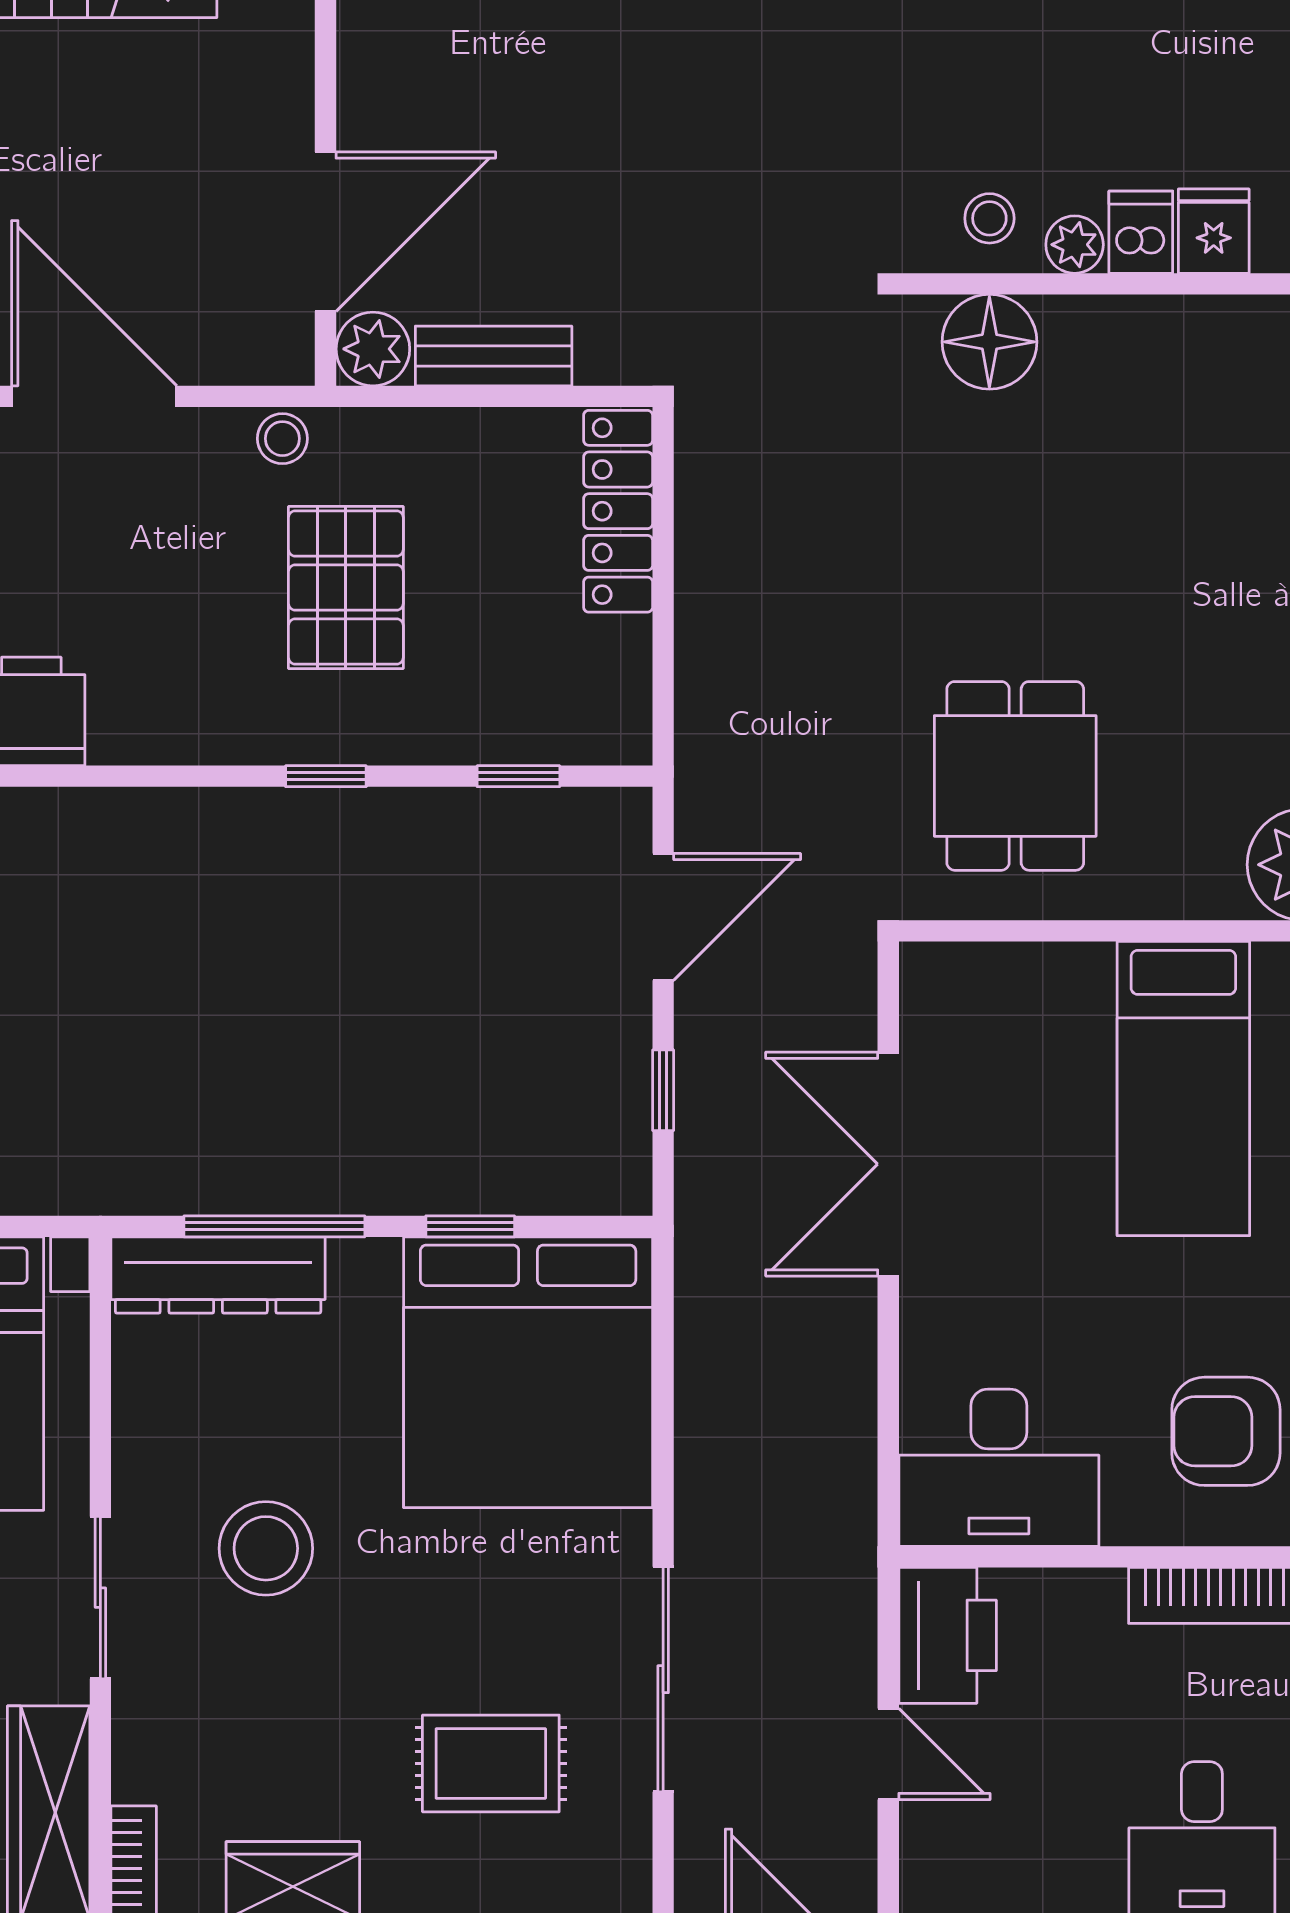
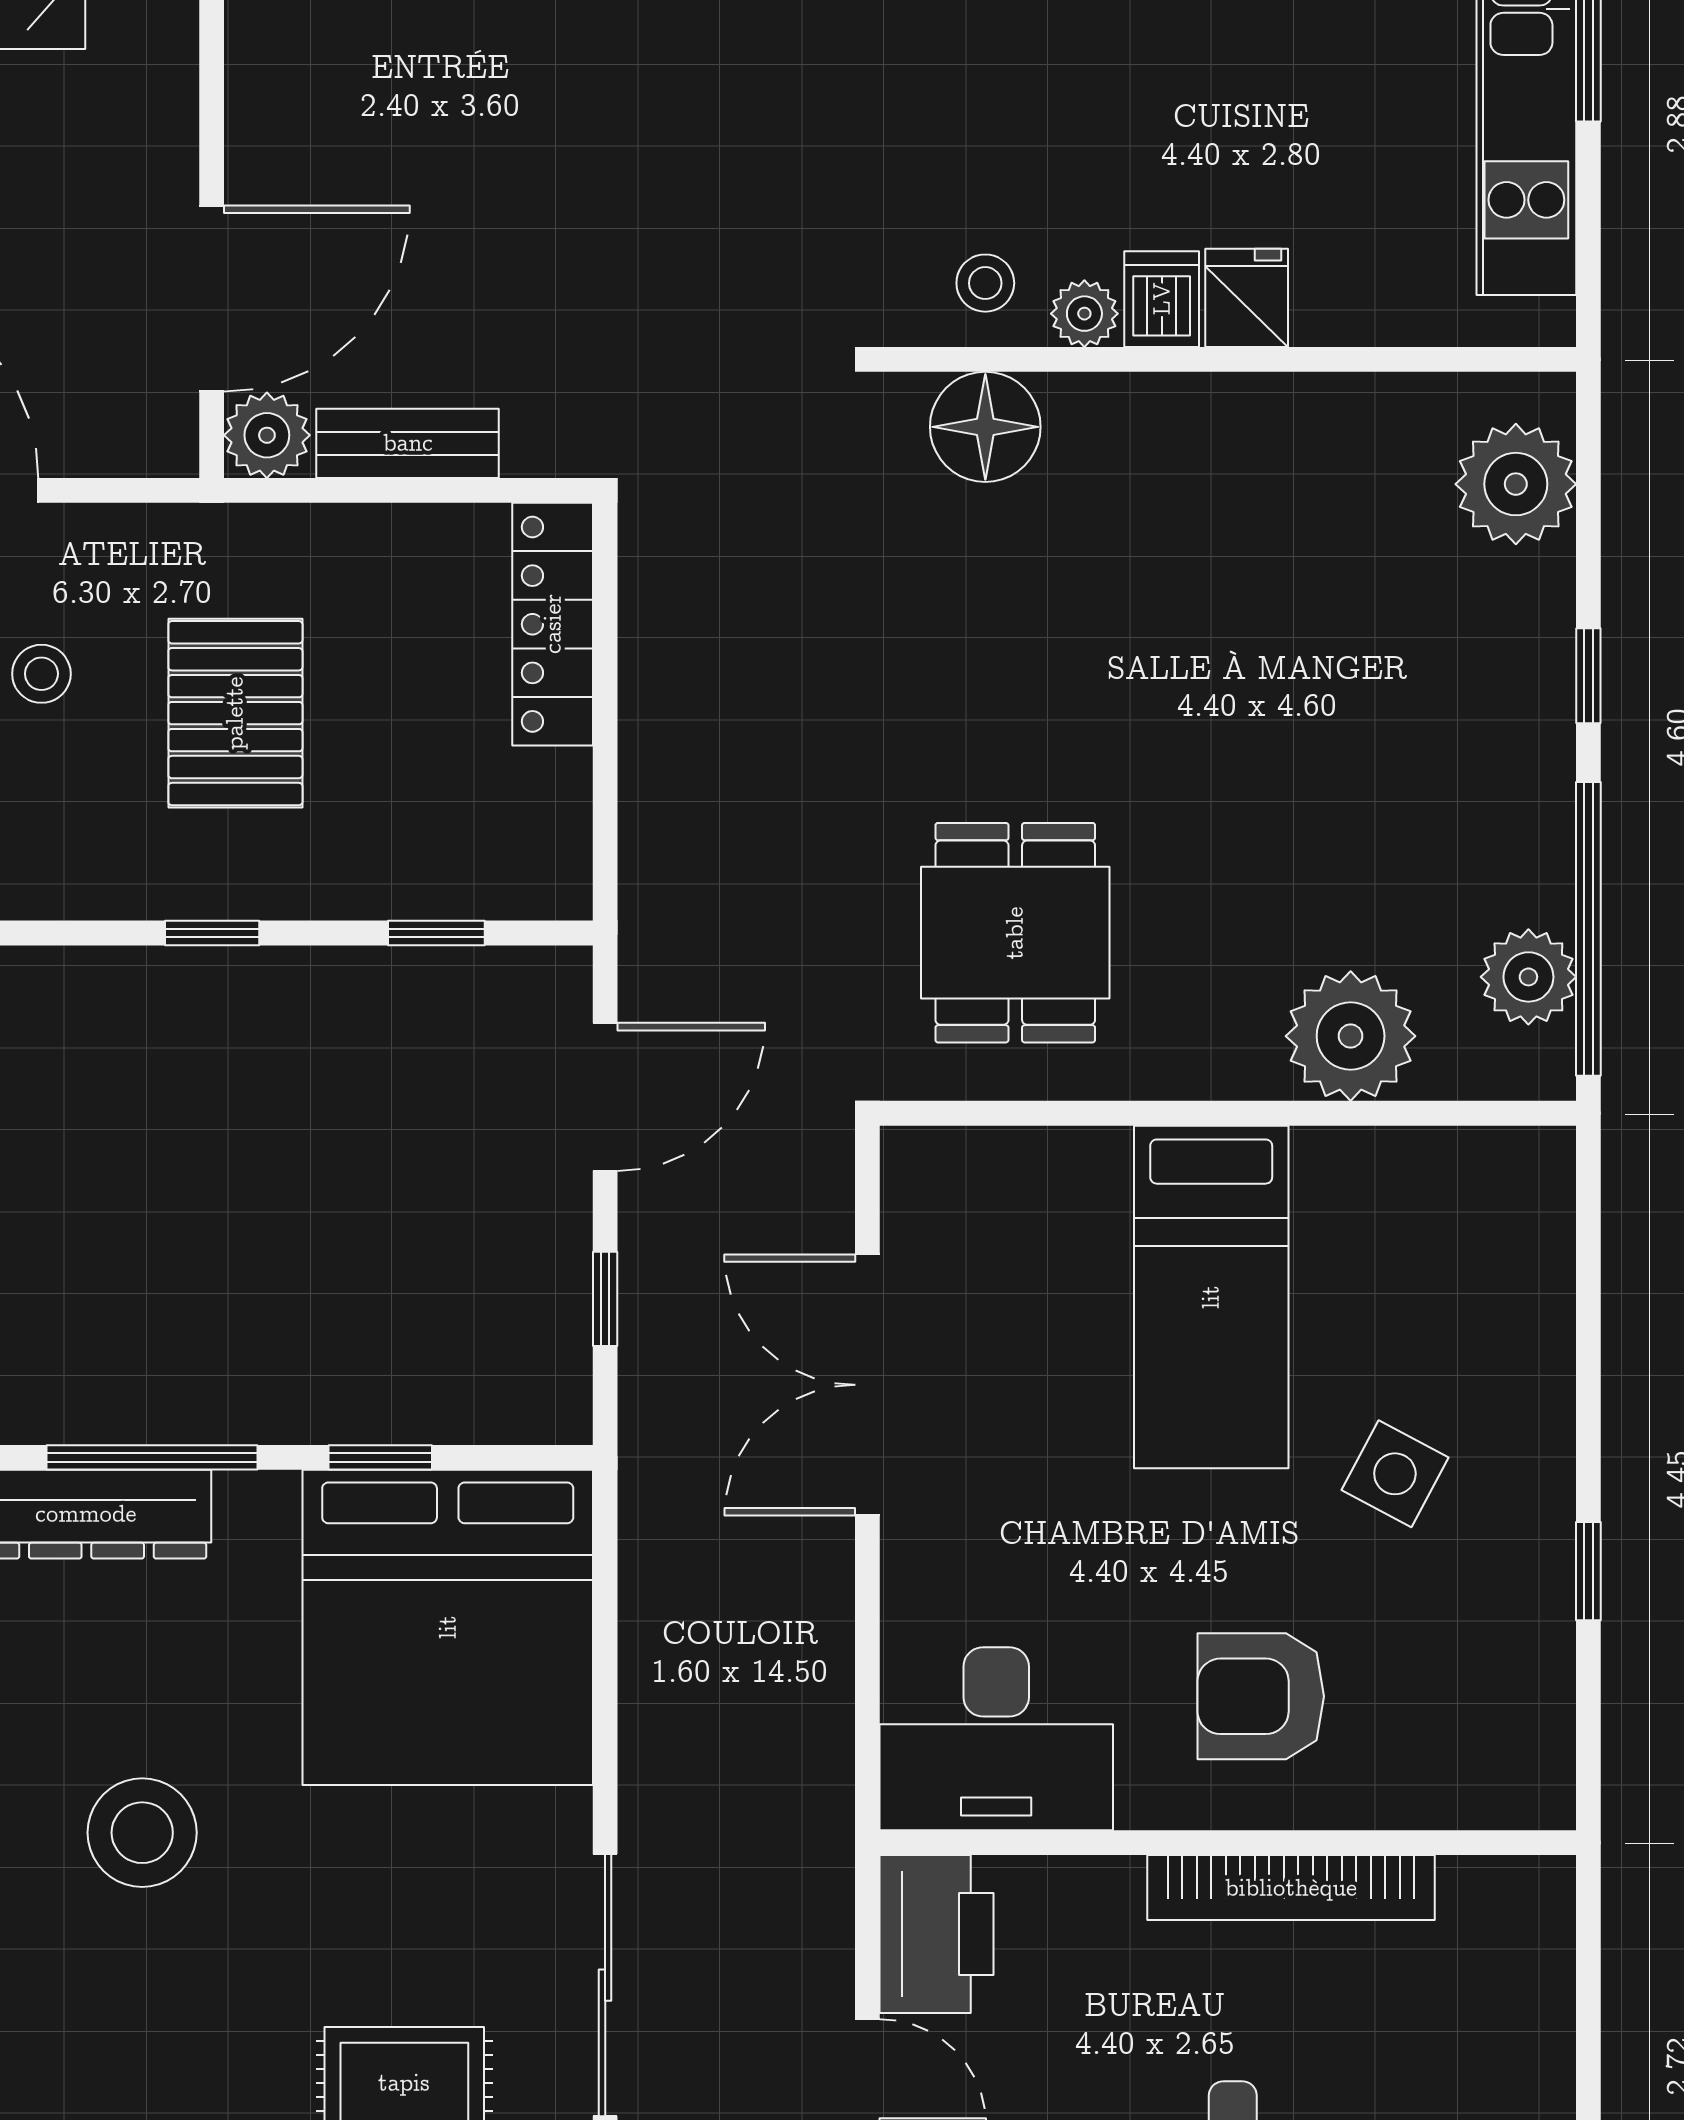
stool: (282, 439) -> (41, 674), moved

